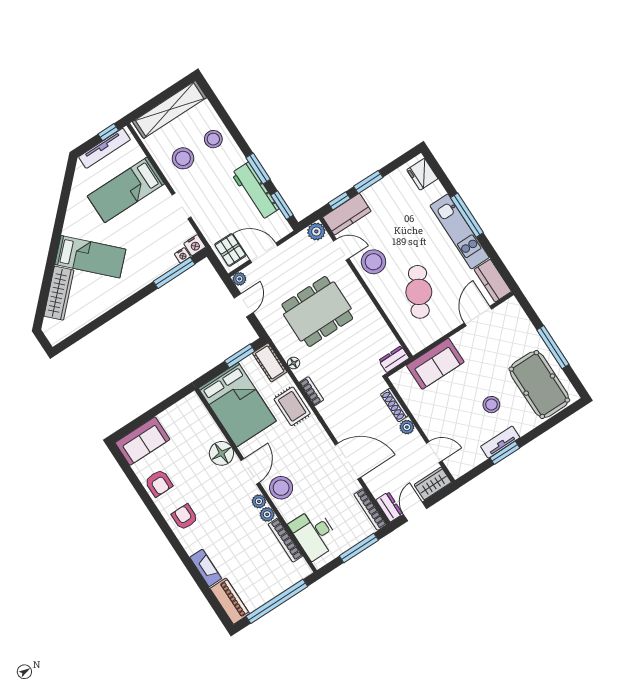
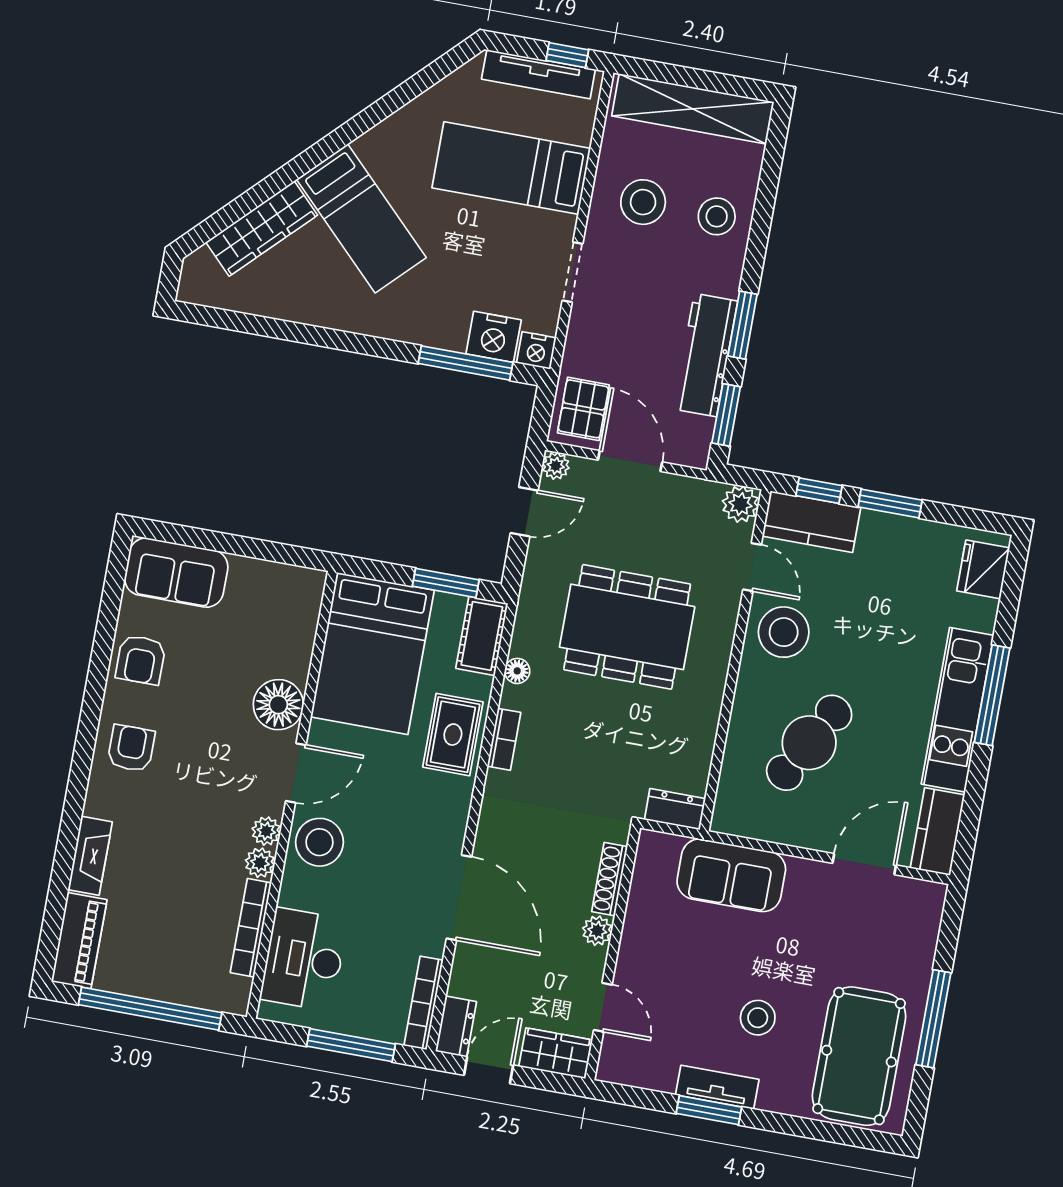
nightstand: (182, 255) -> (494, 337), width x1.89, depth x1.79

